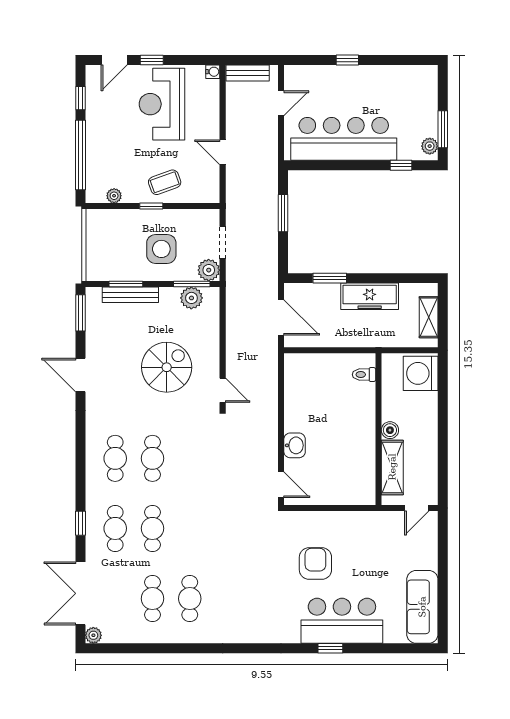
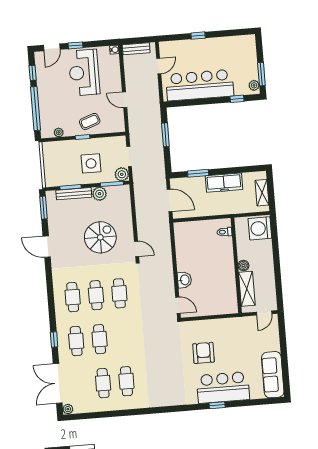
plant: (191, 298) -> (99, 194), moved
cafe table: (190, 458) -> (119, 293), added

